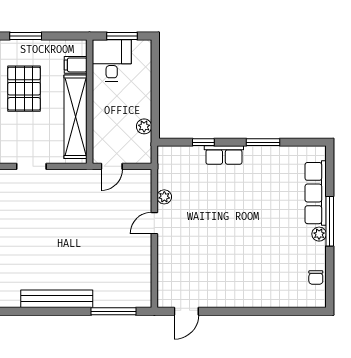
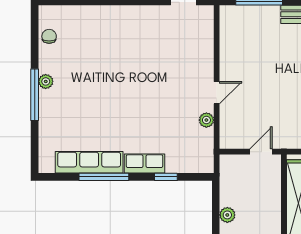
plant: (144, 126) -> (227, 215), moved
window: (263, 142) -> (104, 177), width x1.44
row of seats: (316, 193) -> (89, 162), moved, turned -90

